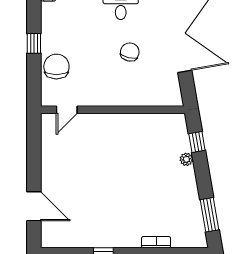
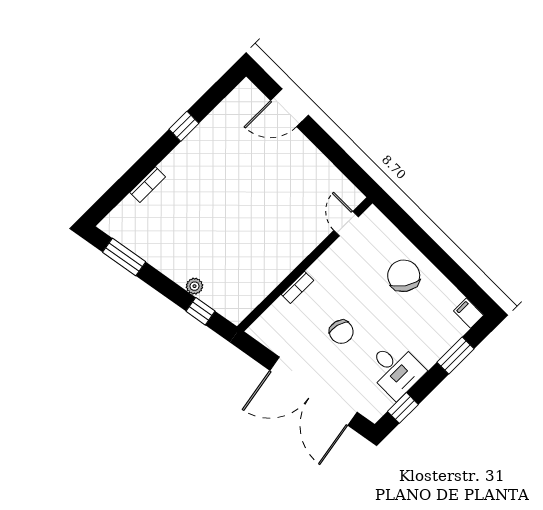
window: (34, 43) -> (435, 254), removed
chair: (56, 67) -> (404, 276), moved, turned -146
bookcase: (130, 101) -> (297, 287), added

